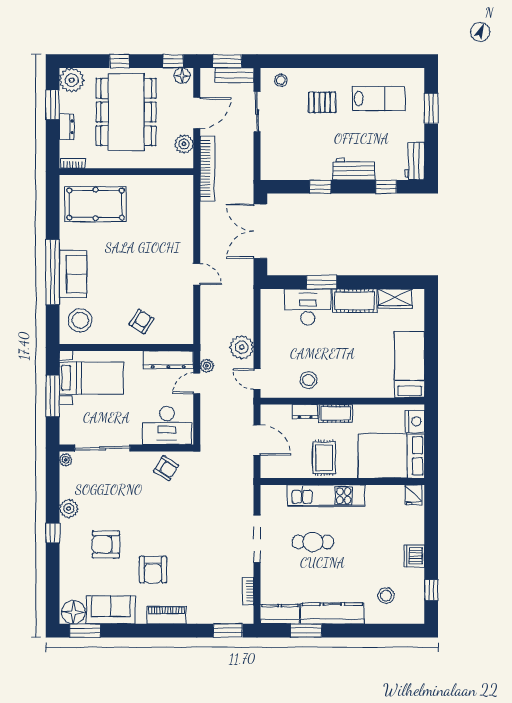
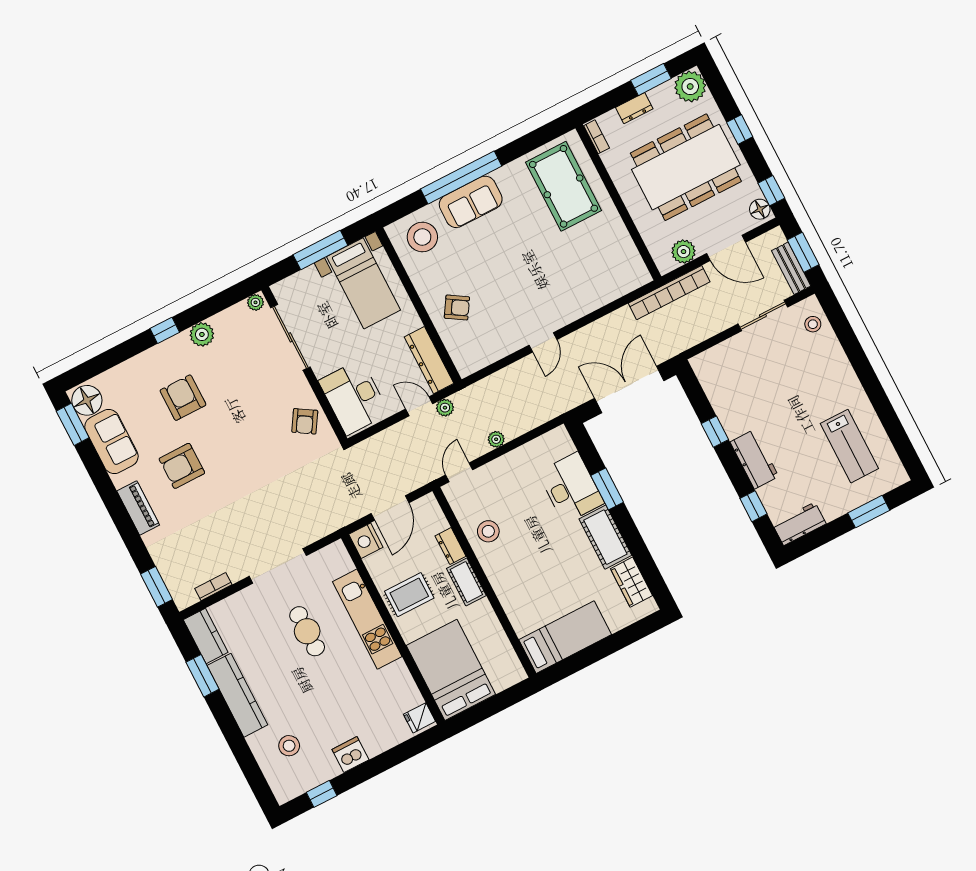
pallet: (322, 102) -> (812, 384), removed
plant: (242, 347) -> (496, 439), width x0.53, depth x0.53
nightstand: (415, 421) -> (366, 541), moved, turned 90

